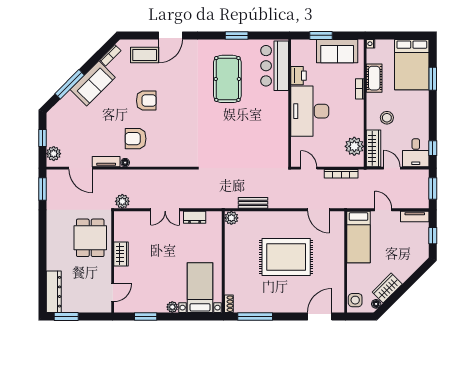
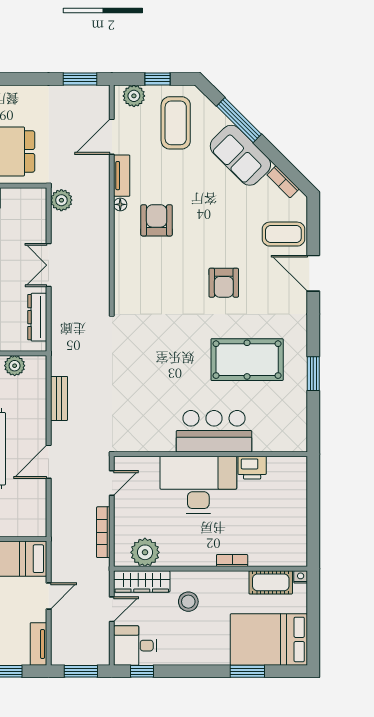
window: (321, 35) -> (313, 502), removed
sofa: (337, 51) -> (289, 526), removed
coffee table: (145, 55) -> (283, 234), turned 90
bar counter: (275, 66) -> (214, 431), moved
cot: (374, 78) -> (271, 582), moved
armchair: (146, 101) -> (224, 283), moved
coffee table: (71, 126) -> (176, 123), added
door: (319, 210) -> (49, 462), moved
dresser: (195, 217) -> (37, 317), width x1.44
plant: (231, 218) -> (15, 366), moved

